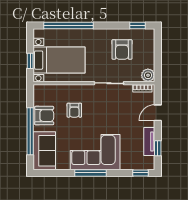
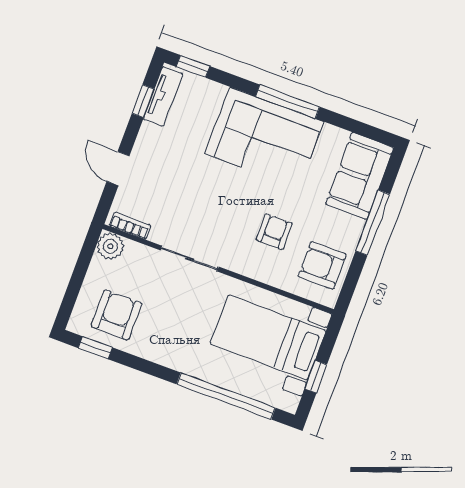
armchair: (122, 49) -> (116, 315), moved
window: (30, 61) -> (316, 377), moved
door: (158, 113) -> (118, 169), swing flipped
armchair: (44, 116) -> (322, 265), moved
window: (30, 131) -> (373, 223), width x0.68
tv unit: (149, 142) -> (163, 96), moved

